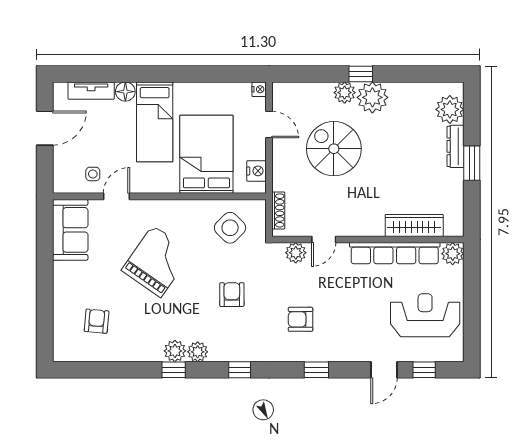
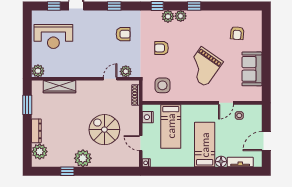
window: (361, 74) -> (67, 171), moved
plant: (345, 93) -> (98, 161), removed
spiral stairs: (334, 149) -> (104, 130), turned 180
bed: (206, 154) -> (171, 126), width x0.67
window: (472, 163) -> (27, 105), moved
side table: (230, 228) -> (162, 85), turned 45
sofa: (70, 230) -> (252, 69), moved
row of seats: (395, 253) -> (70, 71), removed
armchair: (232, 295) -> (161, 48), turned 90
plant: (175, 351) -> (168, 16), moved

